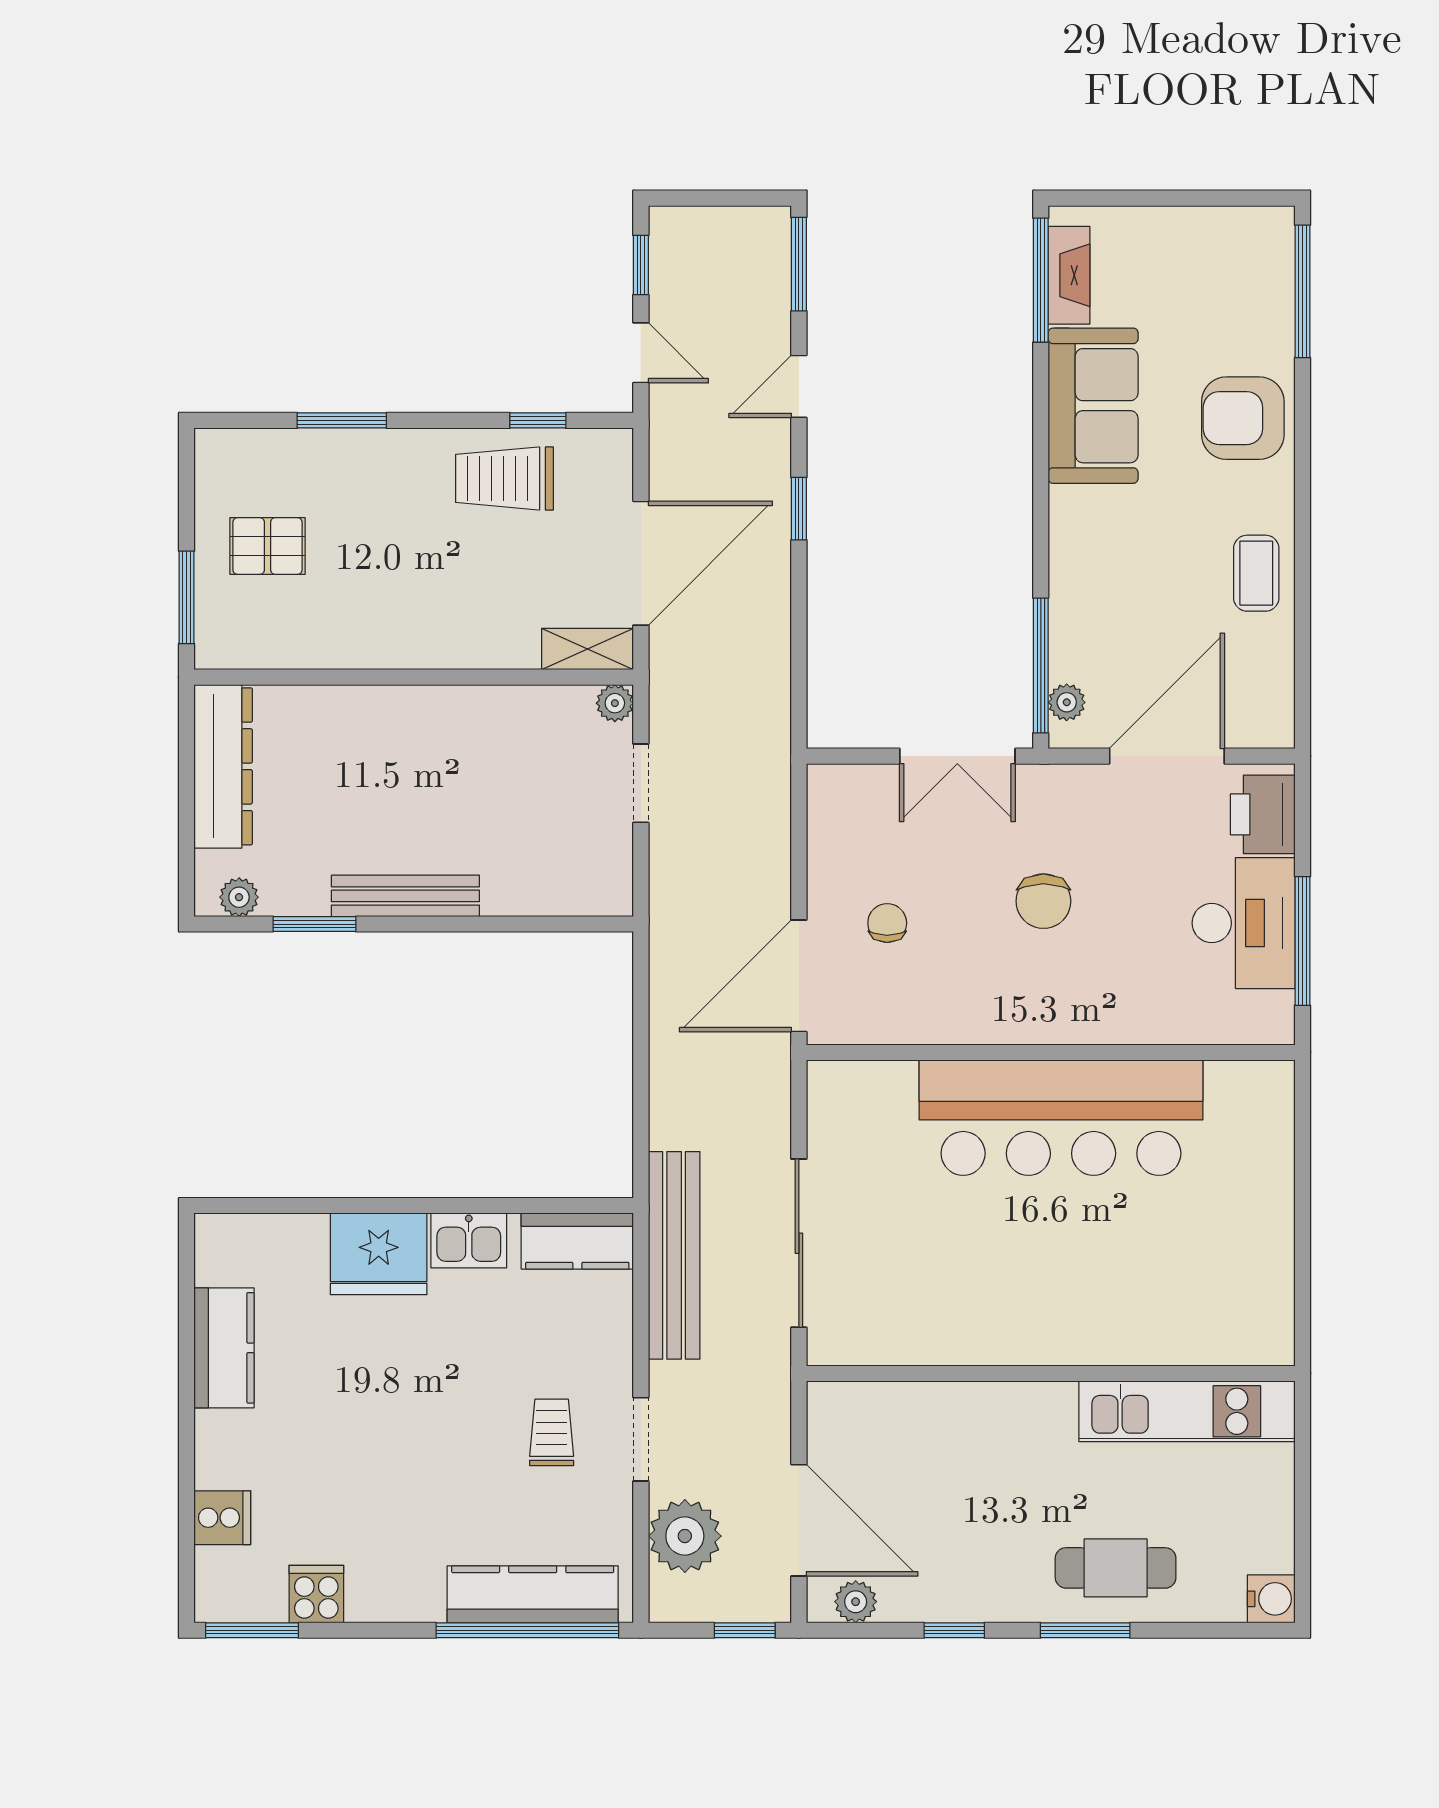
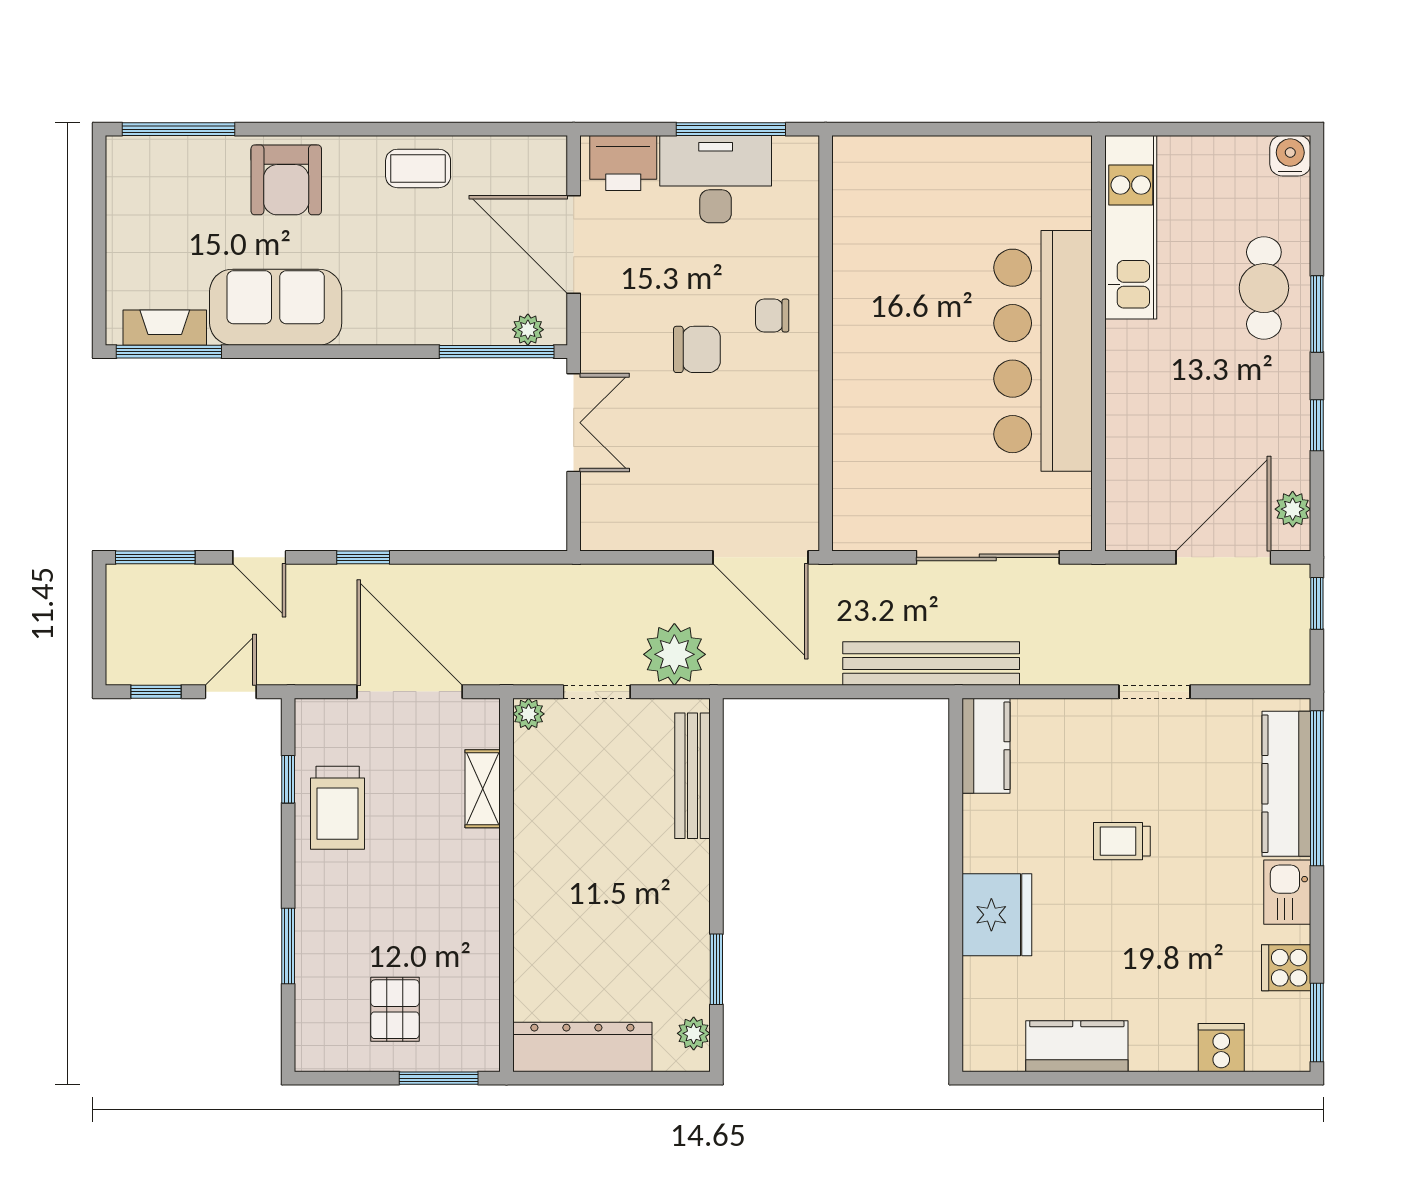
shelving: (588, 649) -> (483, 789), moved
bench: (405, 896) -> (693, 776), moved
chair: (887, 923) -> (772, 316), moved
bar counter: (1061, 1118) -> (1043, 351), moved, turned 180
kitchen sink: (469, 1240) -> (1287, 892), moved, turned 180
bench: (674, 1255) -> (931, 663), moved
trolley: (552, 1432) -> (1122, 841), moved
plant: (685, 1536) -> (674, 654), moved

